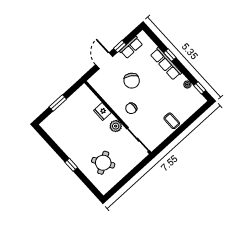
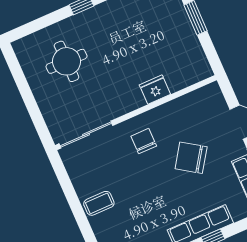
plant: (116, 126) -> (122, 104), removed
round table: (103, 163) -> (67, 61), turned 32

